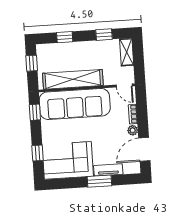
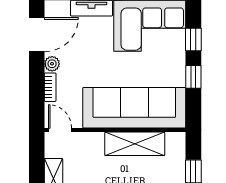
shelving: (73, 79) -> (135, 144), width x0.68
window: (35, 112) -> (193, 77), moved

